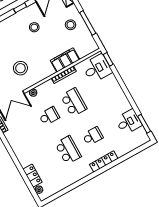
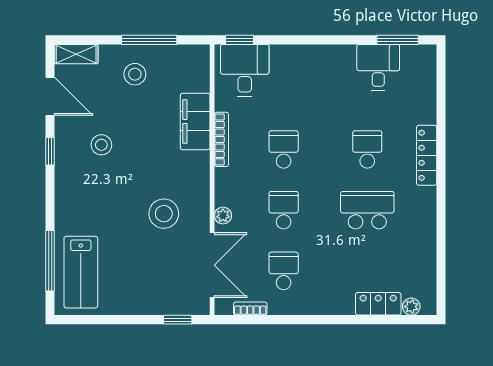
school desk: (74, 102) -> (284, 149), width x0.54
school desk: (24, 130) -> (284, 271), added

